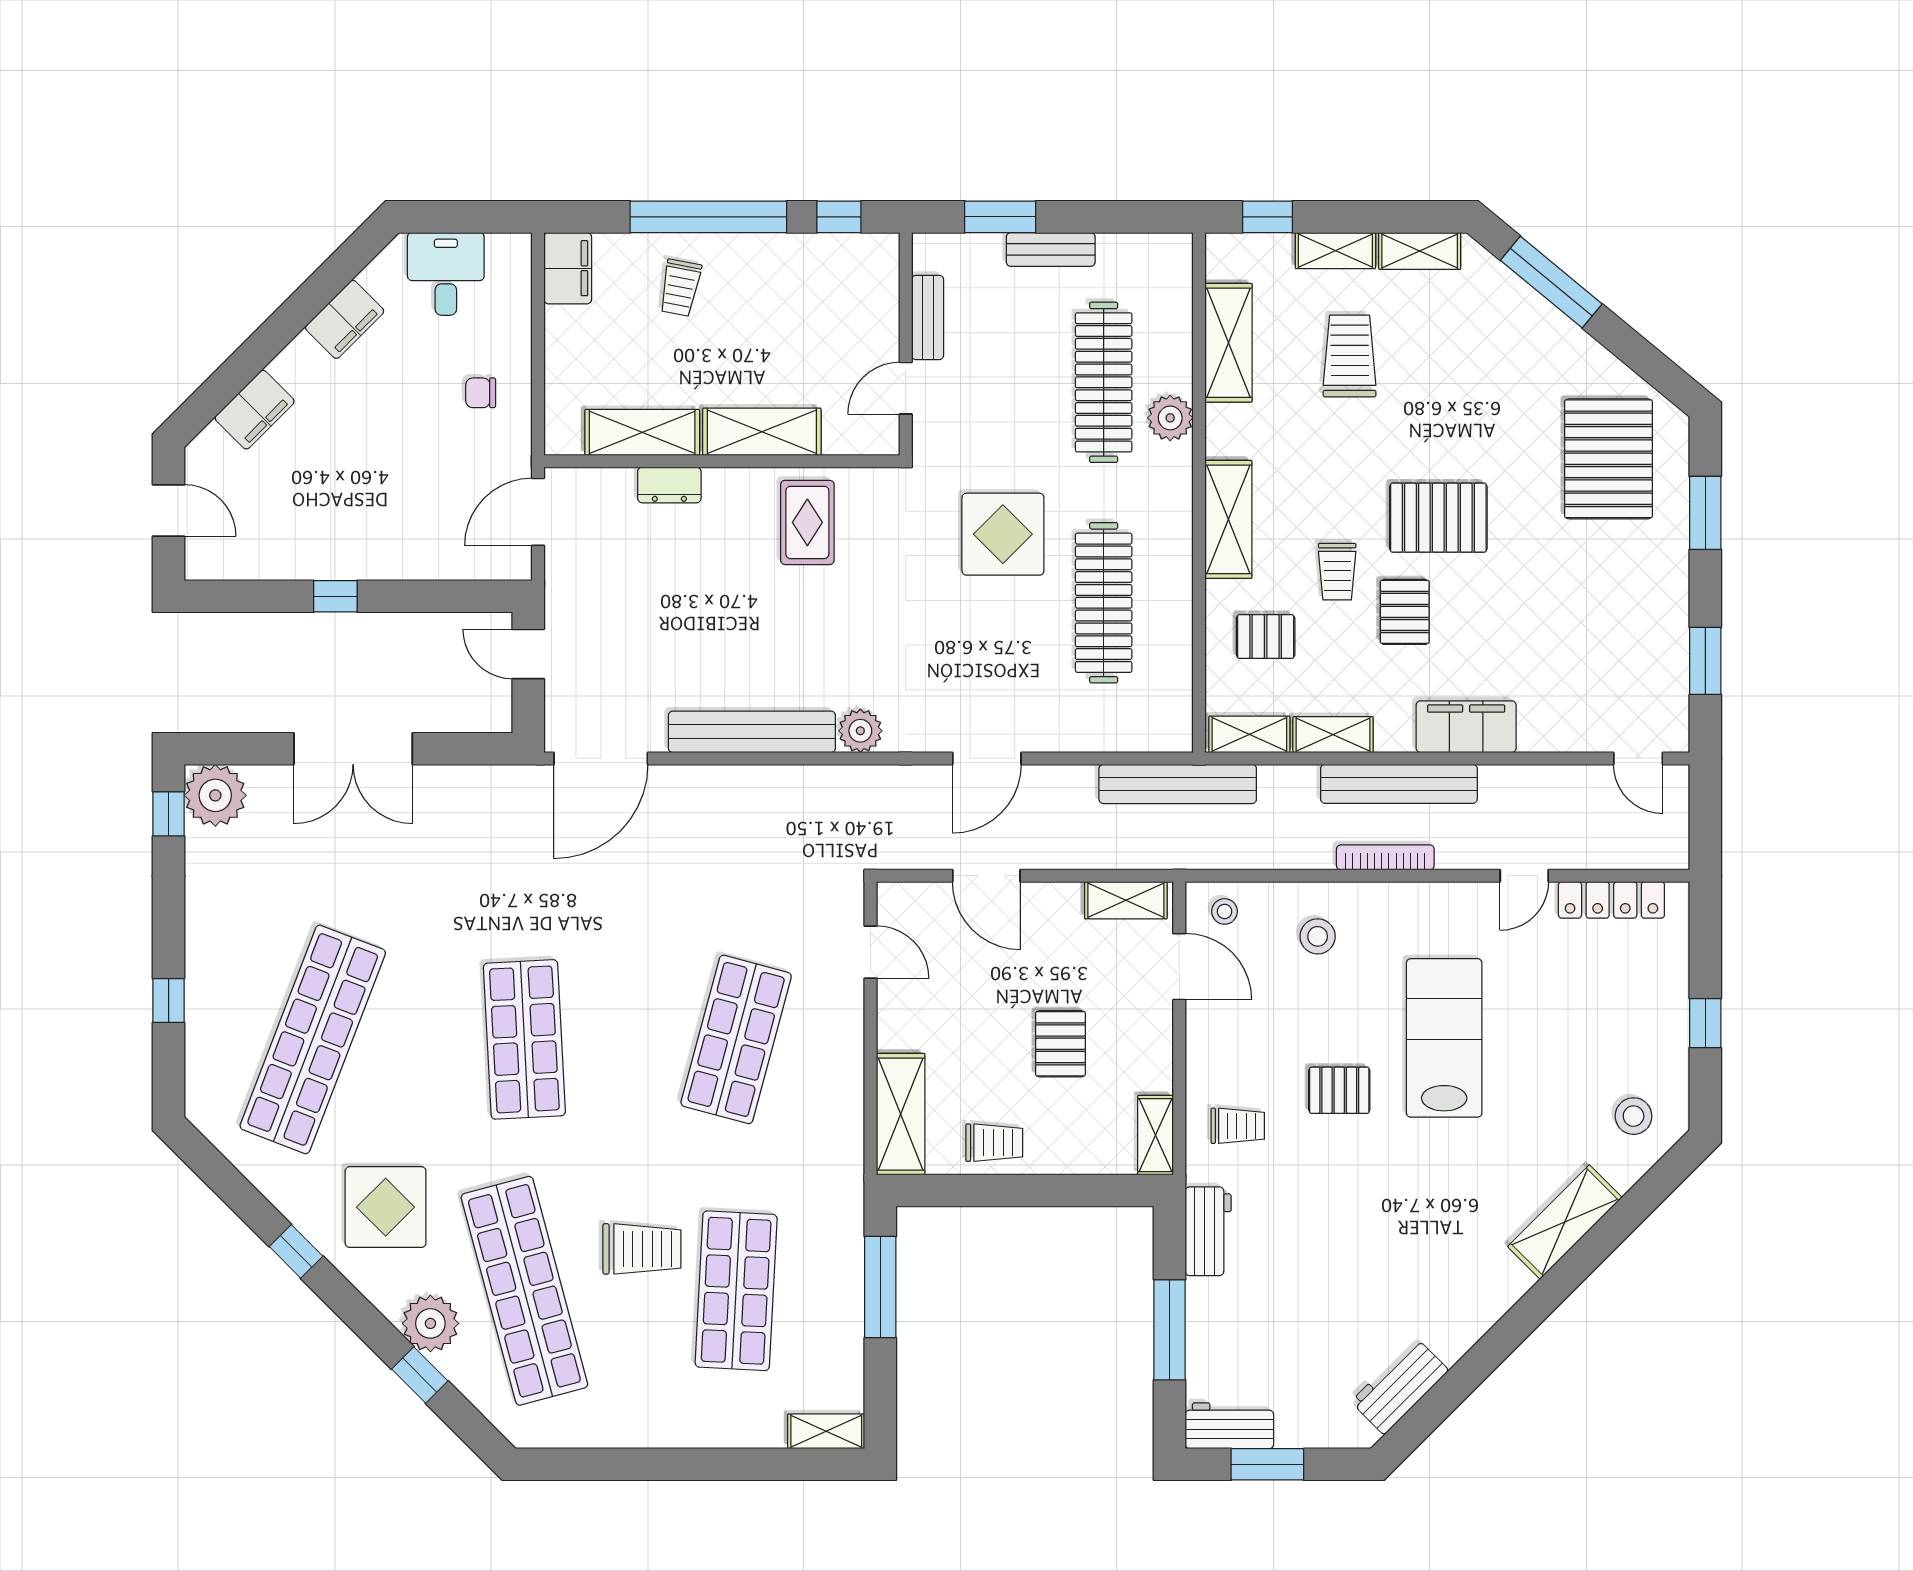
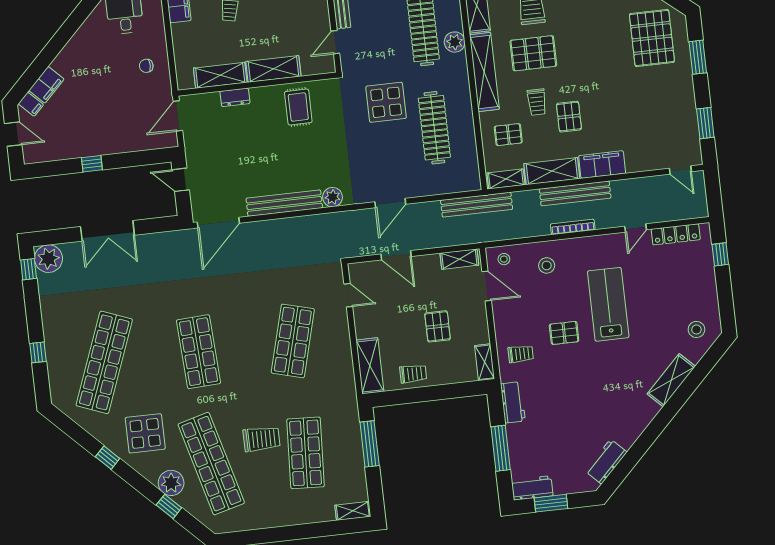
filing cabinet: (345, 319) -> (31, 104), moved, width x0.50
pallet: (1438, 518) -> (533, 53), moved
shelving: (1228, 519) -> (484, 72), width x1.47
shelving: (1333, 735) -> (552, 171), width x1.50, depth x1.33
window: (1705, 1023) -> (720, 254), moved

